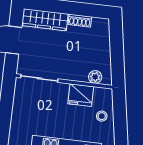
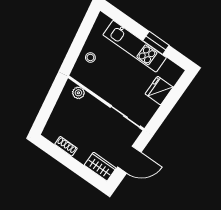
wardrobe: (45, 20) -> (100, 167), width x0.67
fridge: (81, 95) -> (159, 91), moved, turned -90

